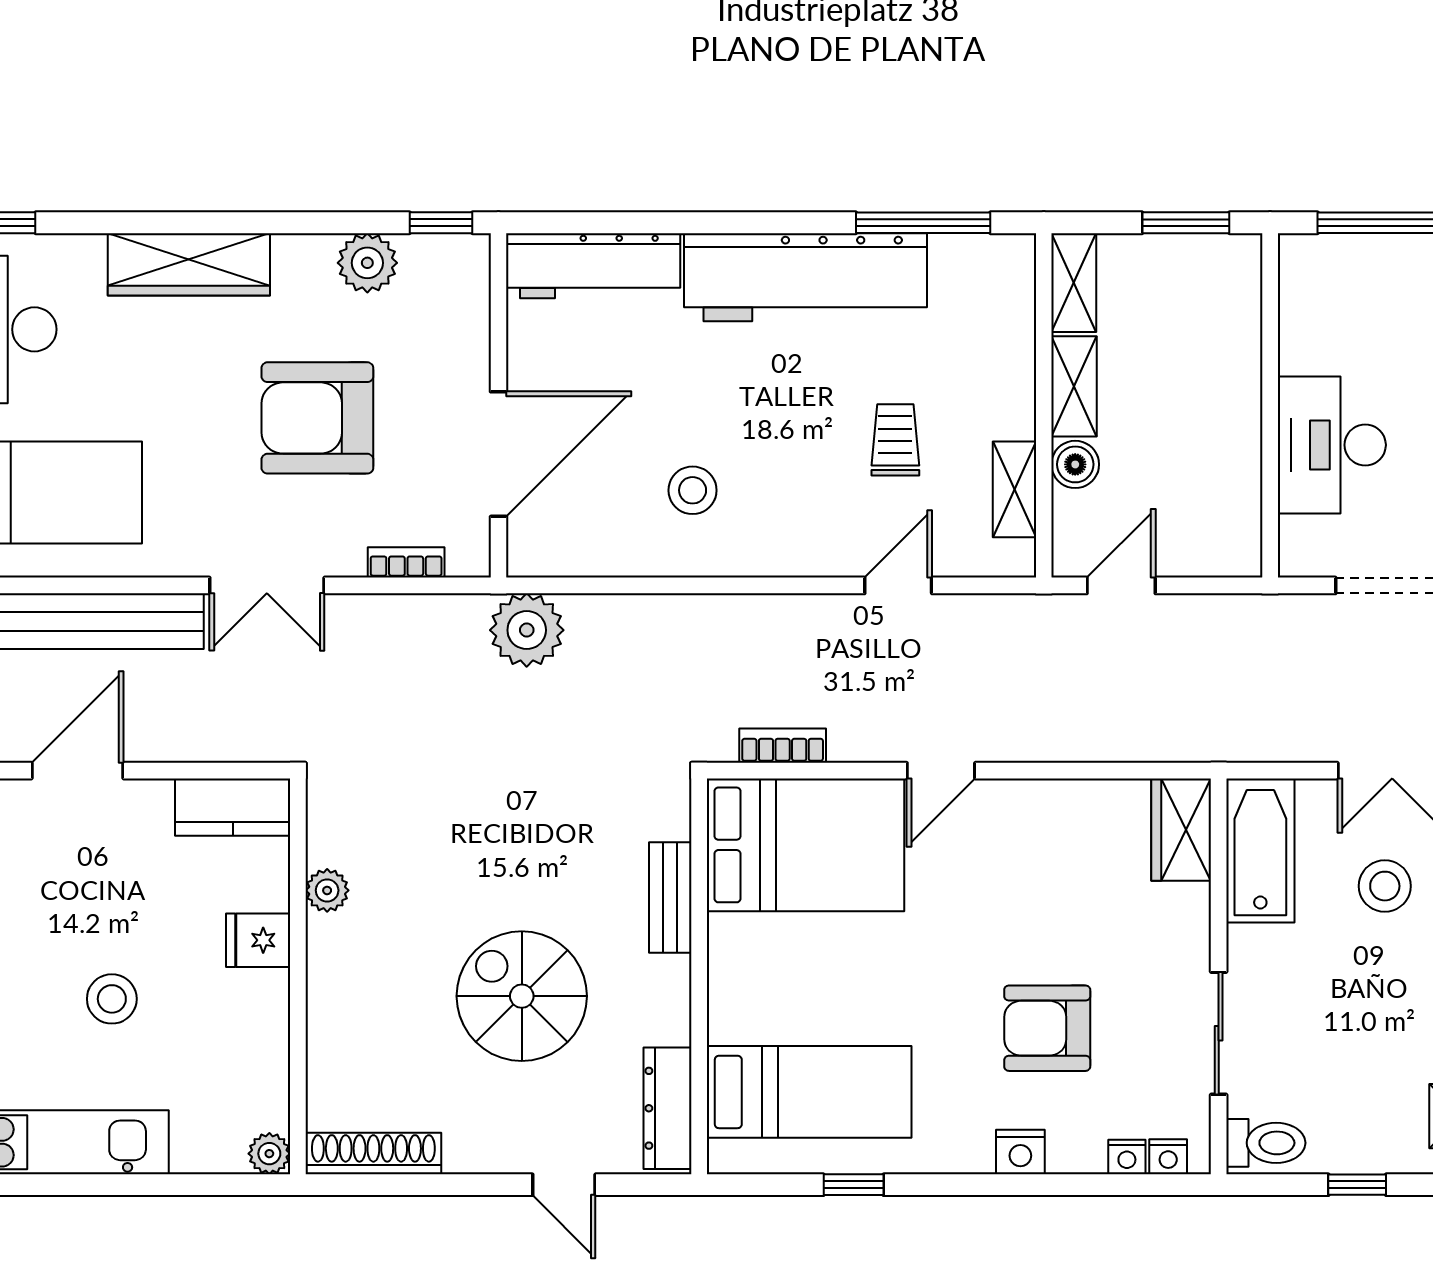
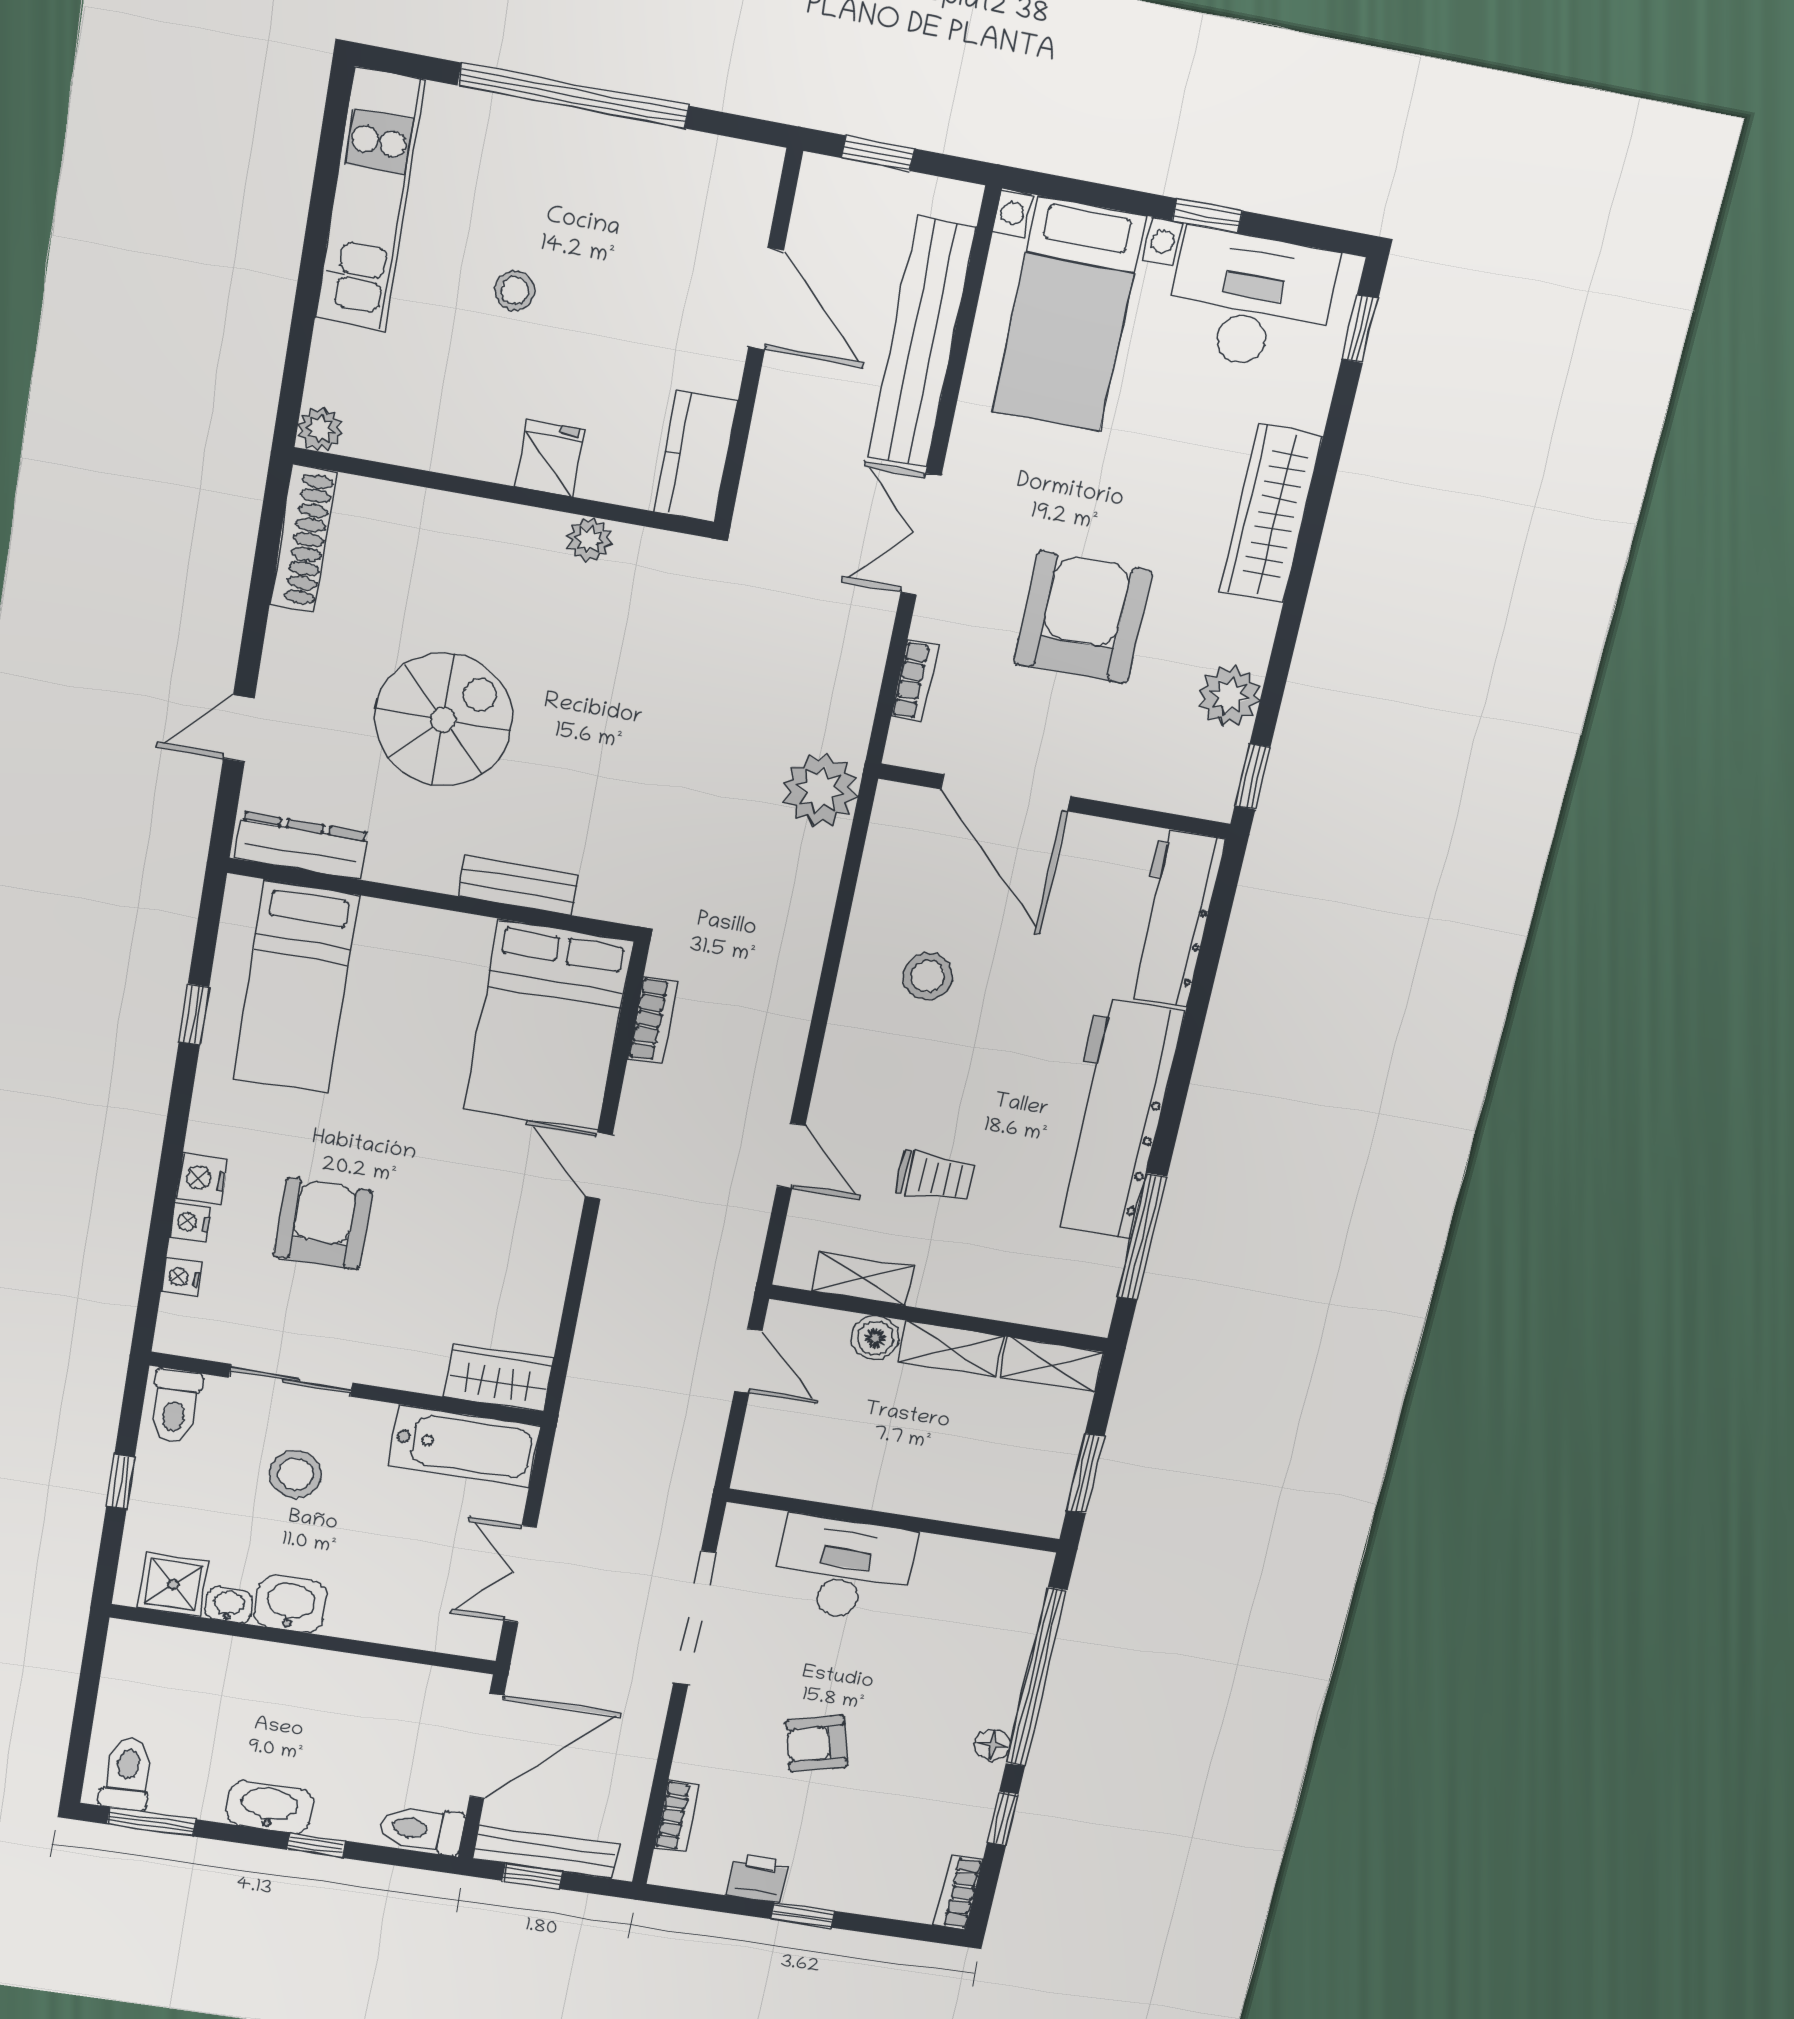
stool: (1385, 886) -> (295, 1474), moved
stool: (112, 999) -> (515, 291), width x0.73, depth x0.73
nightstand: (1168, 1157) -> (190, 1222), moved

